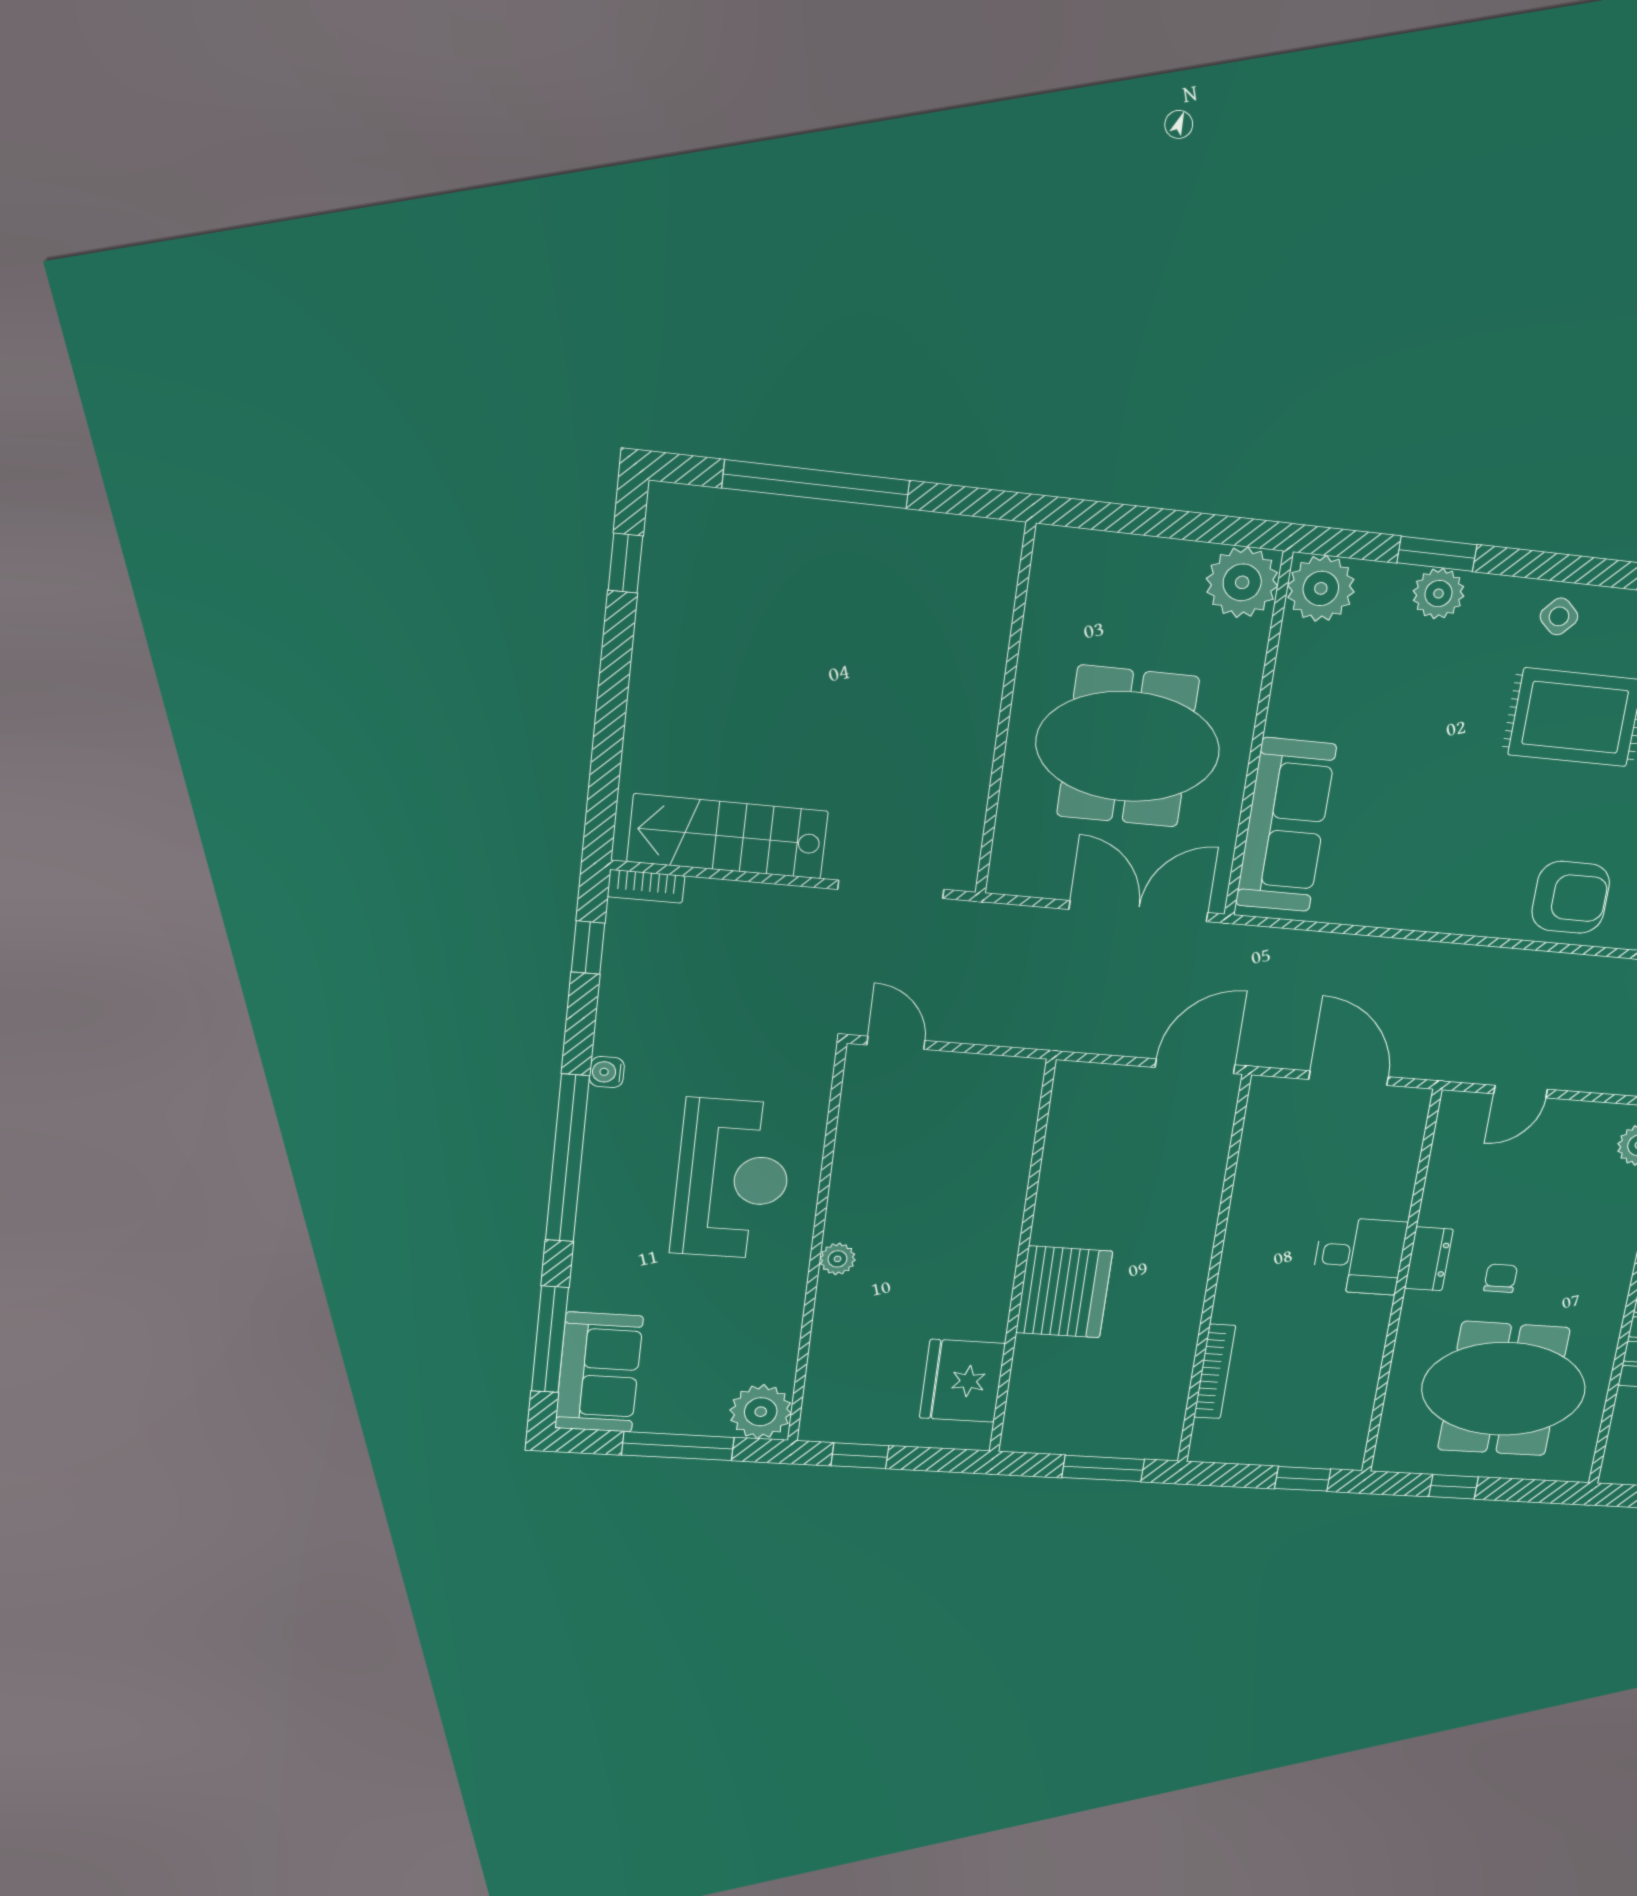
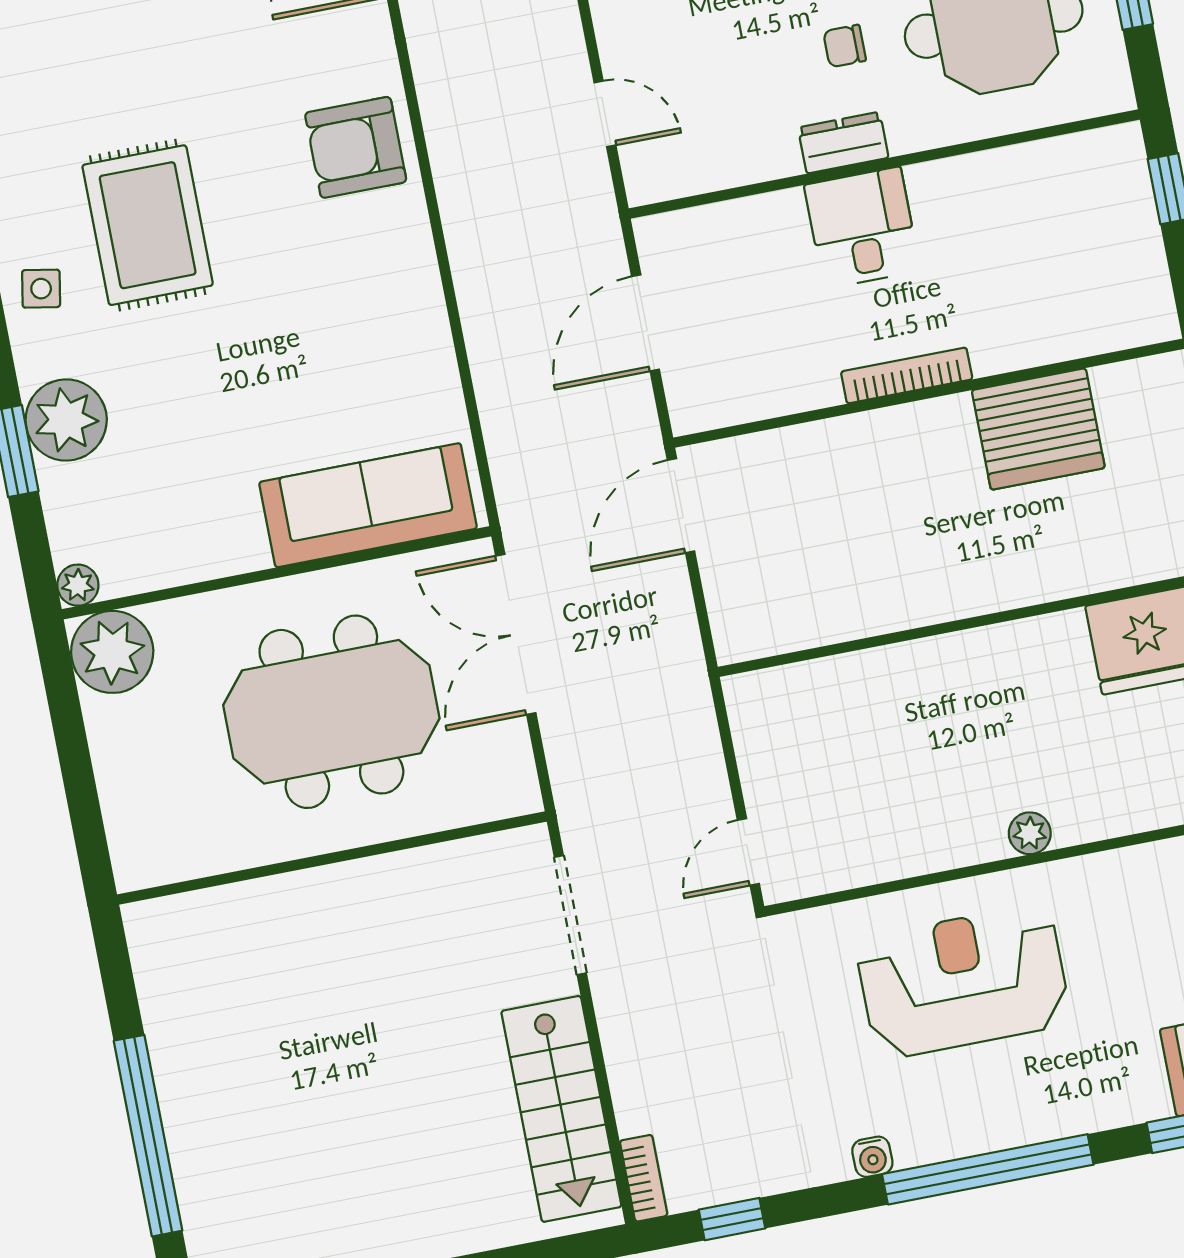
plant: (1321, 588) -> (78, 585), width x0.53, depth x0.53
plant: (1438, 594) -> (66, 420), width x1.36, depth x1.36
side table: (1559, 616) -> (41, 289), turned -33
meeting table: (1128, 747) -> (331, 712), turned 90
armchair: (1571, 897) -> (356, 147), turned -90
door: (1195, 1066) -> (681, 506), hinge flipped
server rack: (1064, 1292) -> (1038, 429), moved, turned 180
bookcase: (1215, 1371) -> (907, 375), moved

